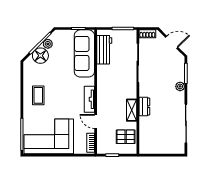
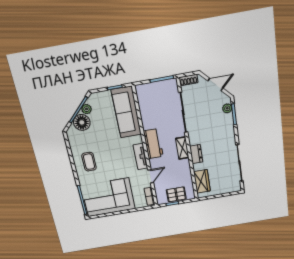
workbench: (104, 50) -> (153, 144), moved
plant: (180, 86) -> (227, 108), moved
shelving: (132, 110) -> (182, 148), moved
door: (96, 122) -> (151, 176), swing flipped
wardrobe: (146, 136) -> (202, 181), added
pallet: (126, 137) -> (176, 194), moved

